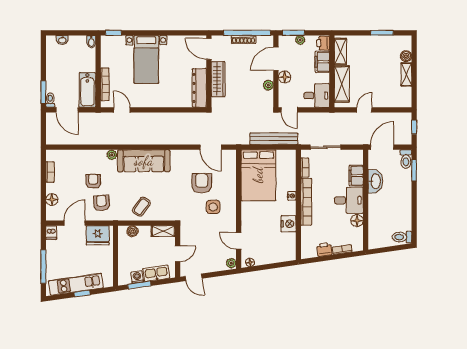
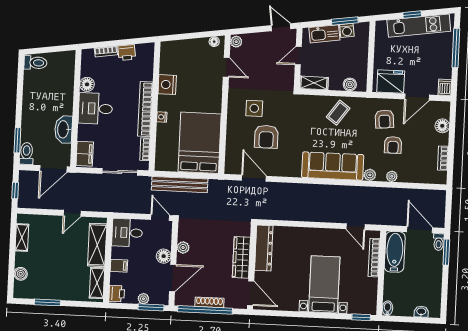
filing cabinet: (322, 62) -> (119, 266), width x0.50
shelving: (406, 74) -> (22, 237), moved
plant: (93, 154) -> (392, 176), added
filing cabinet: (356, 176) -> (85, 154), moved

